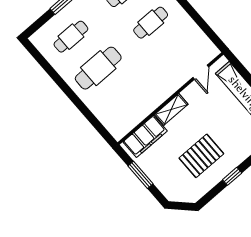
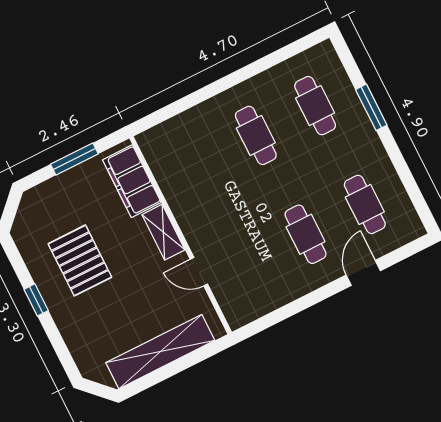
cafe table: (98, 68) -> (256, 135), width x0.73, depth x0.74
door: (201, 72) -> (199, 272), moved

